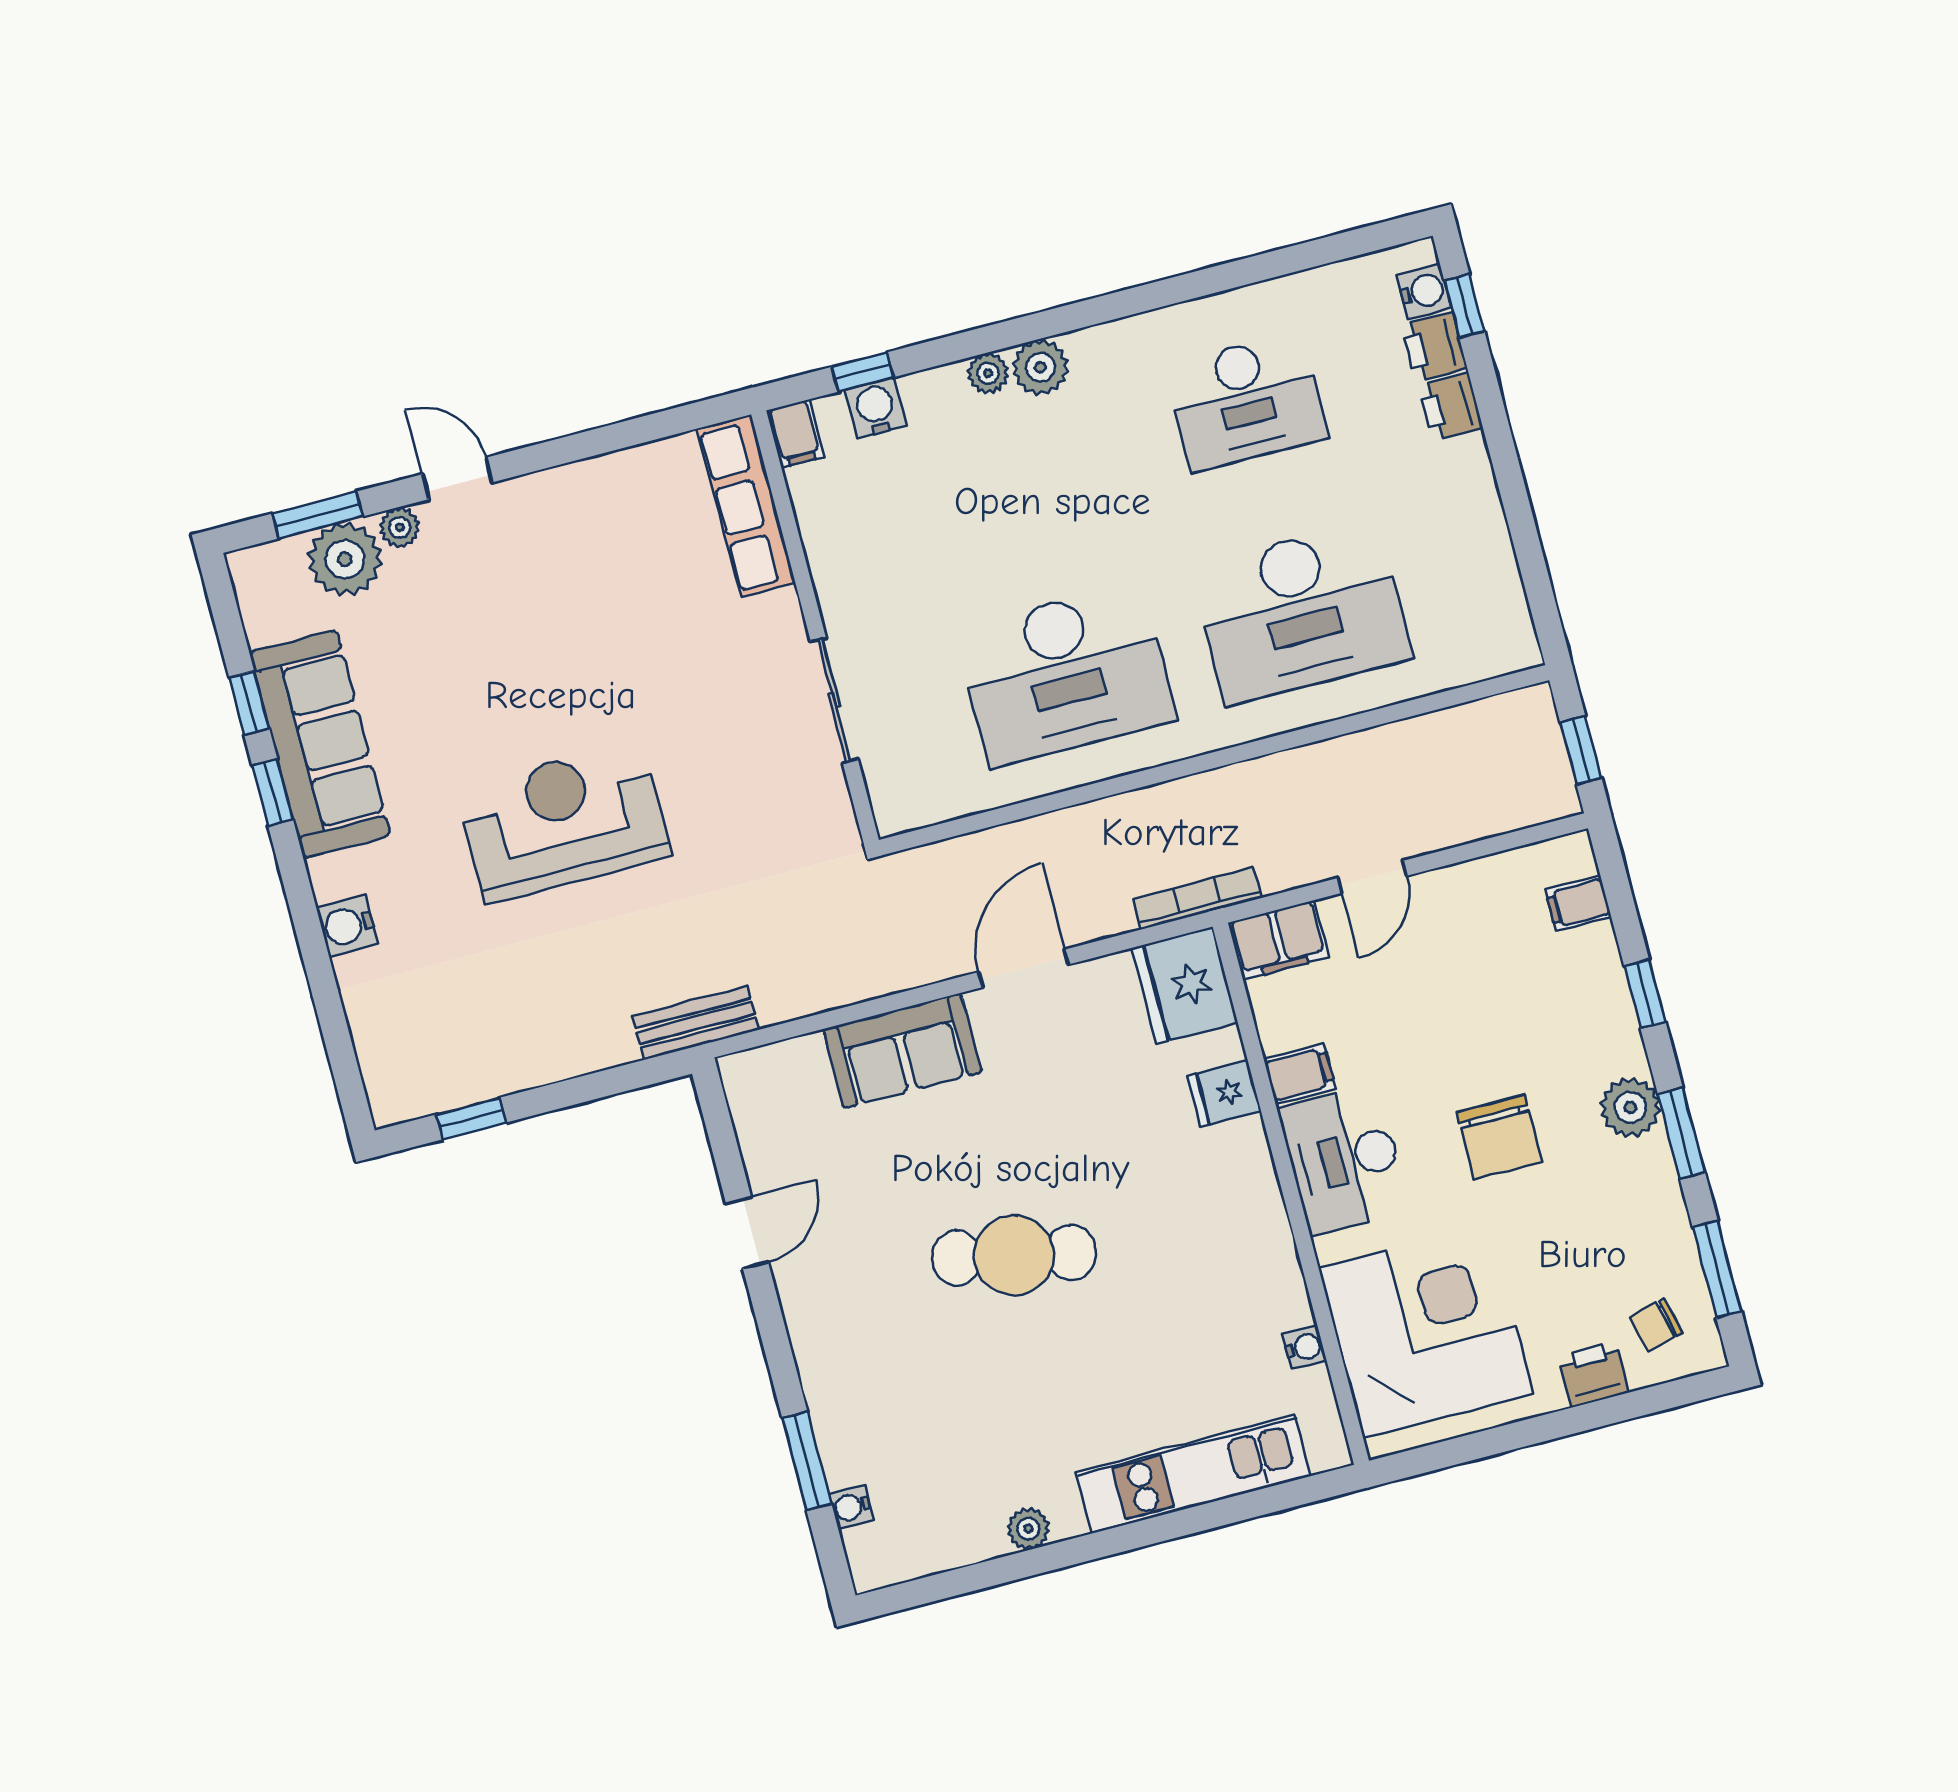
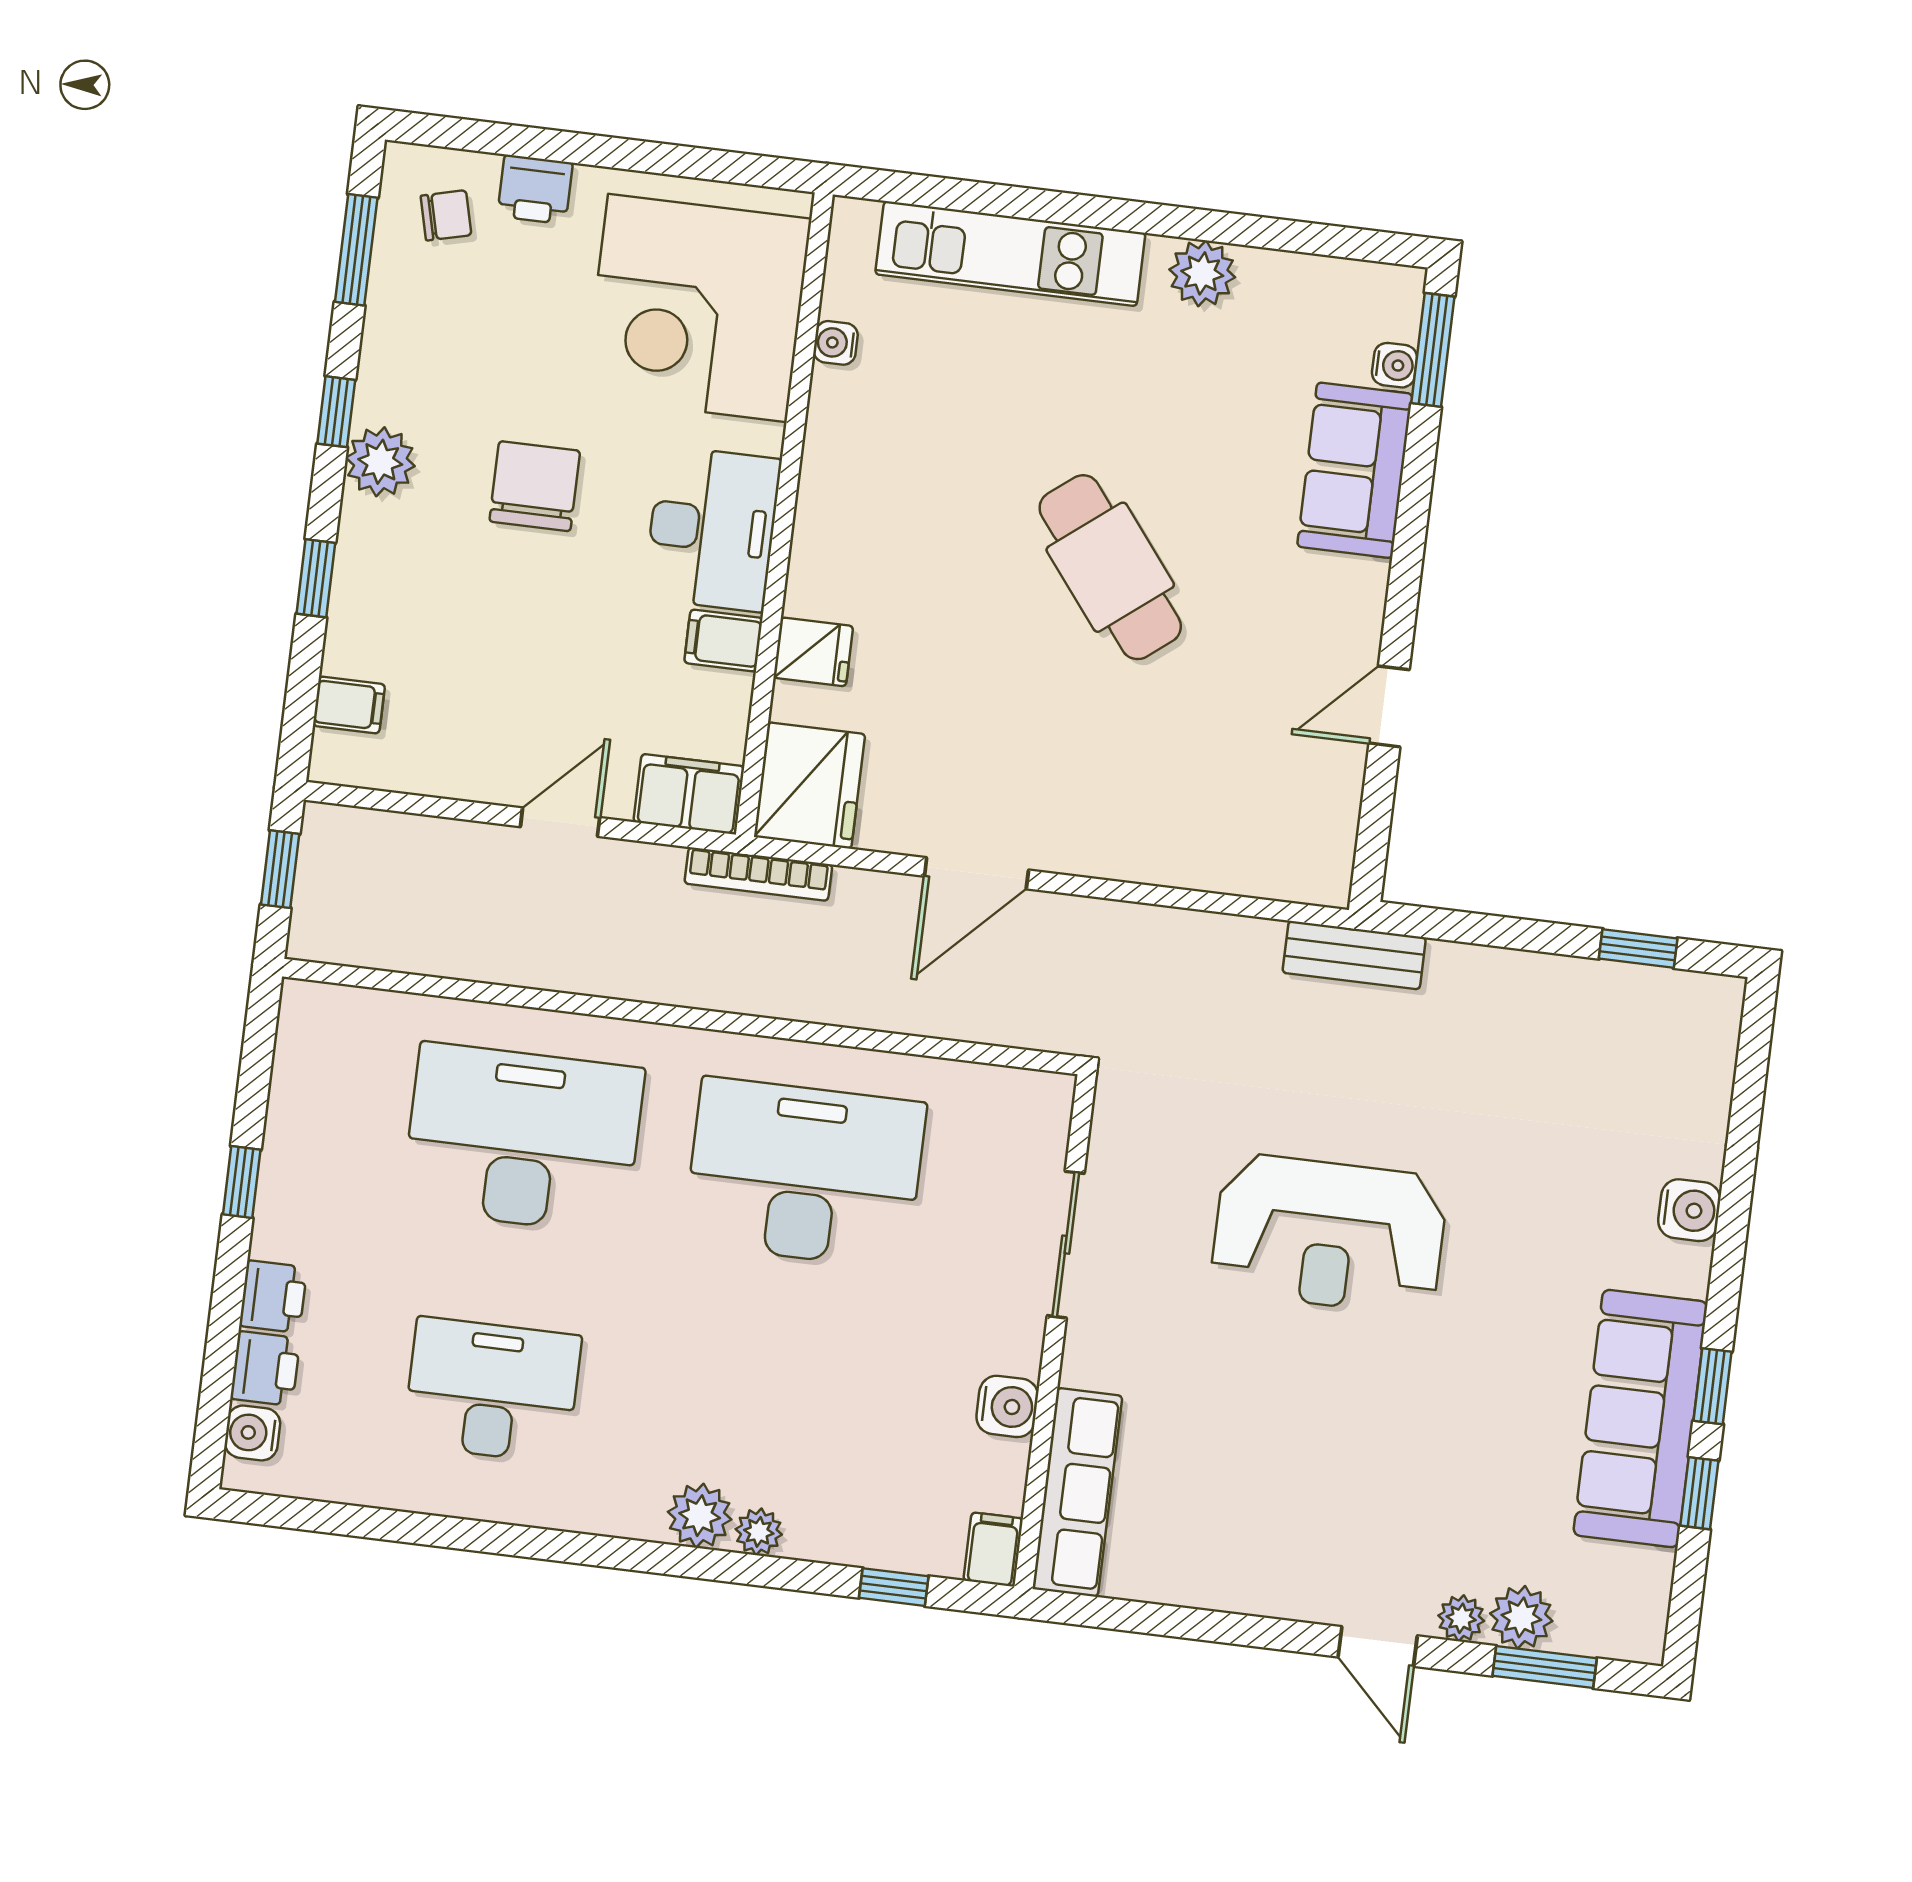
window: (1464, 306) -> (242, 1182), moved
water cooler: (876, 408) -> (1007, 1406), moved, turned -90
plant: (345, 559) -> (1521, 1617), width x0.73, depth x0.73
reception desk: (563, 822) -> (1329, 1234), moved
sofa: (902, 1051) -> (1355, 470), moved, turned -90
window: (1681, 1134) -> (336, 412), width x0.67
cafe table: (1014, 1255) -> (1110, 567), turned 40
window: (807, 1461) -> (1433, 350), moved
plant: (1028, 1529) -> (1202, 273), width x1.38, depth x1.38

